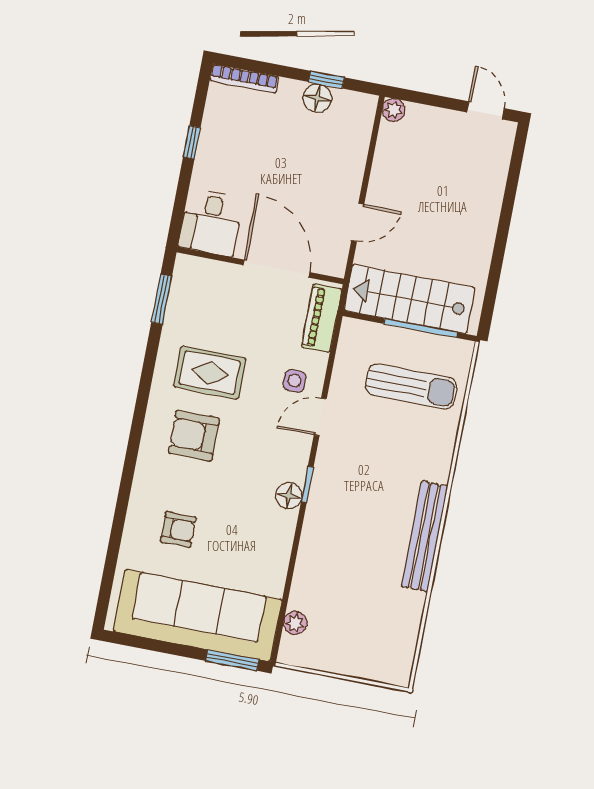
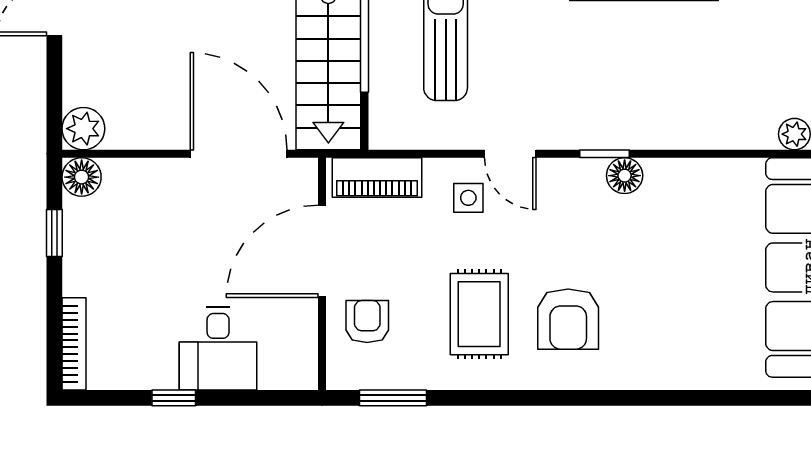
floor lamp: (317, 98) -> (82, 177), moved
plant: (394, 110) -> (83, 129), width x1.38, depth x1.38
desk: (211, 222) -> (218, 348), moved, turned 90
door: (358, 222) -> (239, 154), width x1.87
armchair: (178, 529) -> (367, 322), moved

